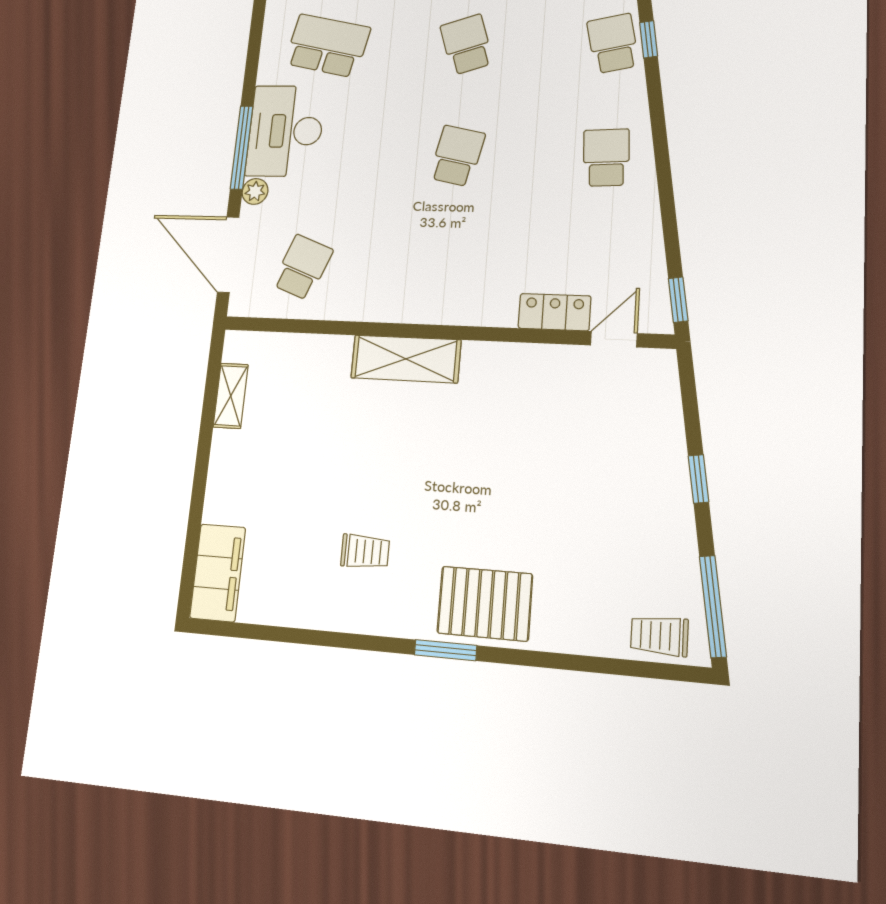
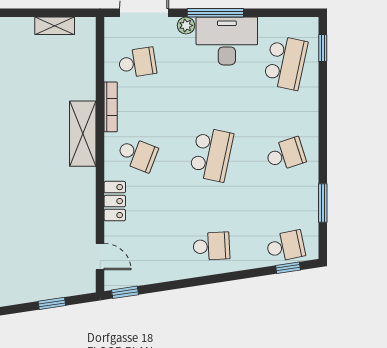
school desk: (457, 156) -> (211, 154), width x1.85
school desk: (303, 267) -> (137, 63), turned -30
school desk: (447, 272) -> (137, 154), added
bookcase: (367, 312) -> (111, 107), added
locker: (555, 312) -> (115, 201), moved
window: (698, 479) -> (52, 303), moved

